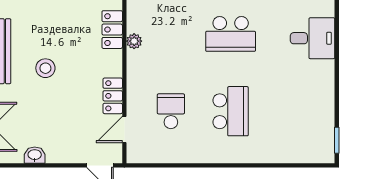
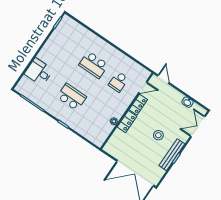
locker: (112, 30) -> (127, 122), moved
school desk: (231, 111) -> (94, 65), turned -90

